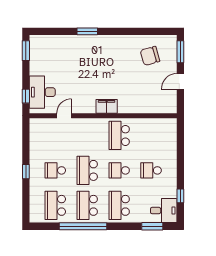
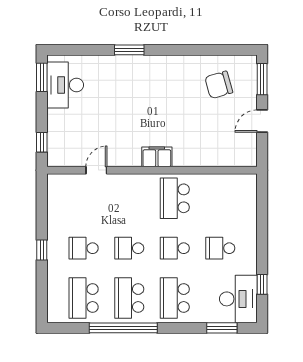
desk: (42, 92) -> (65, 85), moved
school desk: (87, 170) -> (129, 248), width x0.54
desk: (164, 211) -> (238, 299), width x1.37

